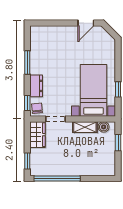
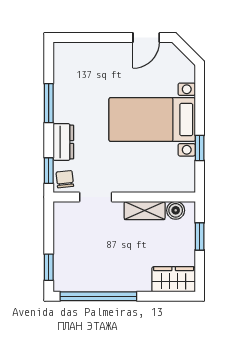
bed with nightstands: (93, 90) -> (152, 120), moved, turned -90
wardrobe: (37, 135) -> (174, 279), moved, turned -90

